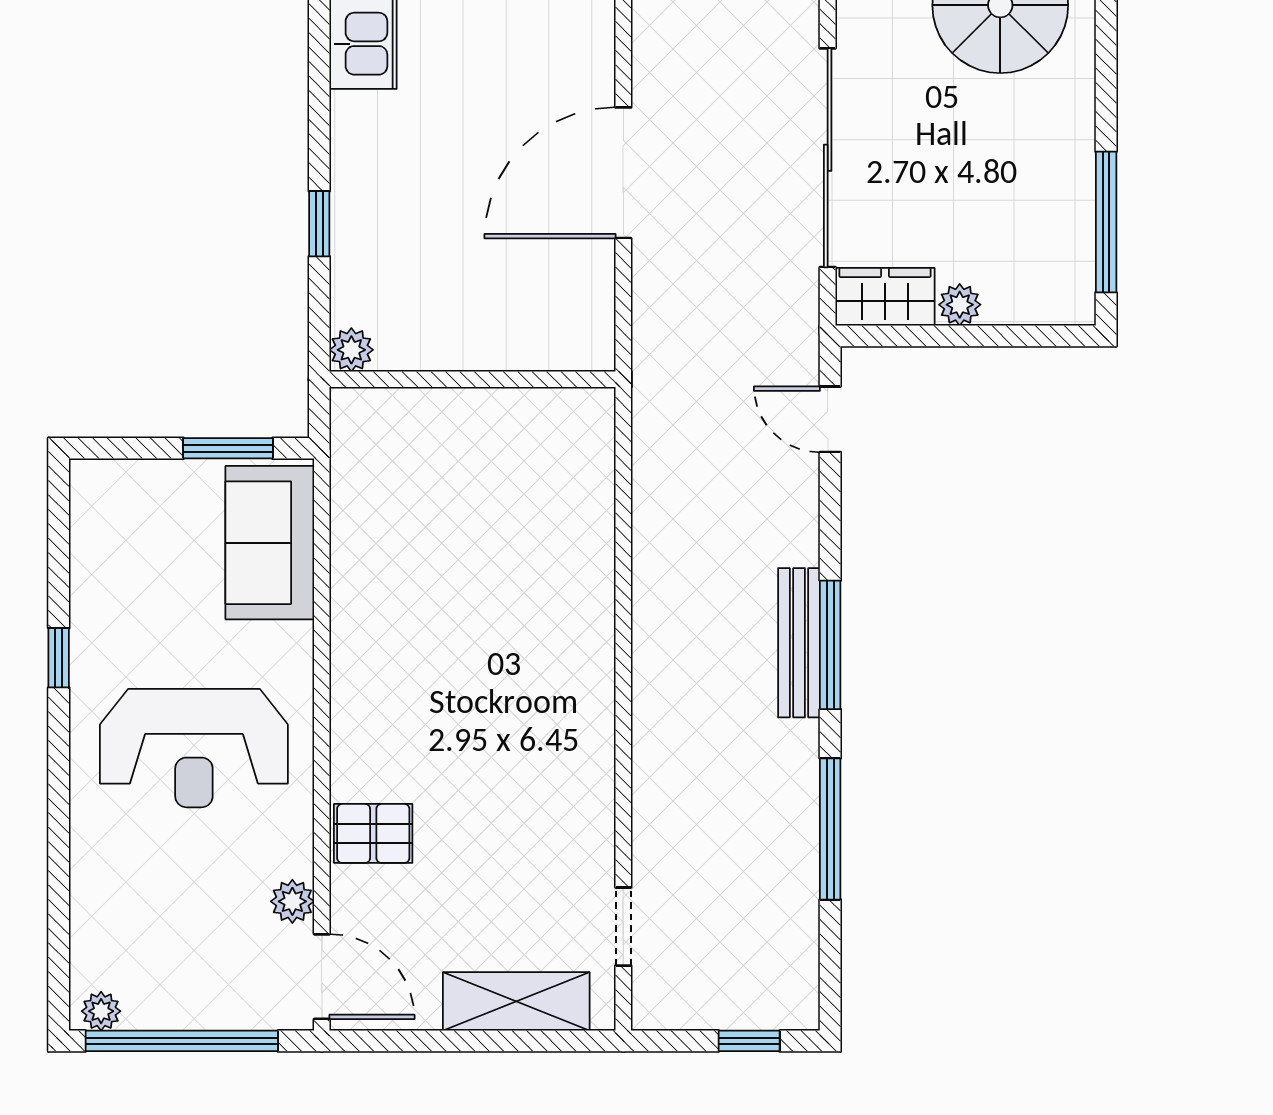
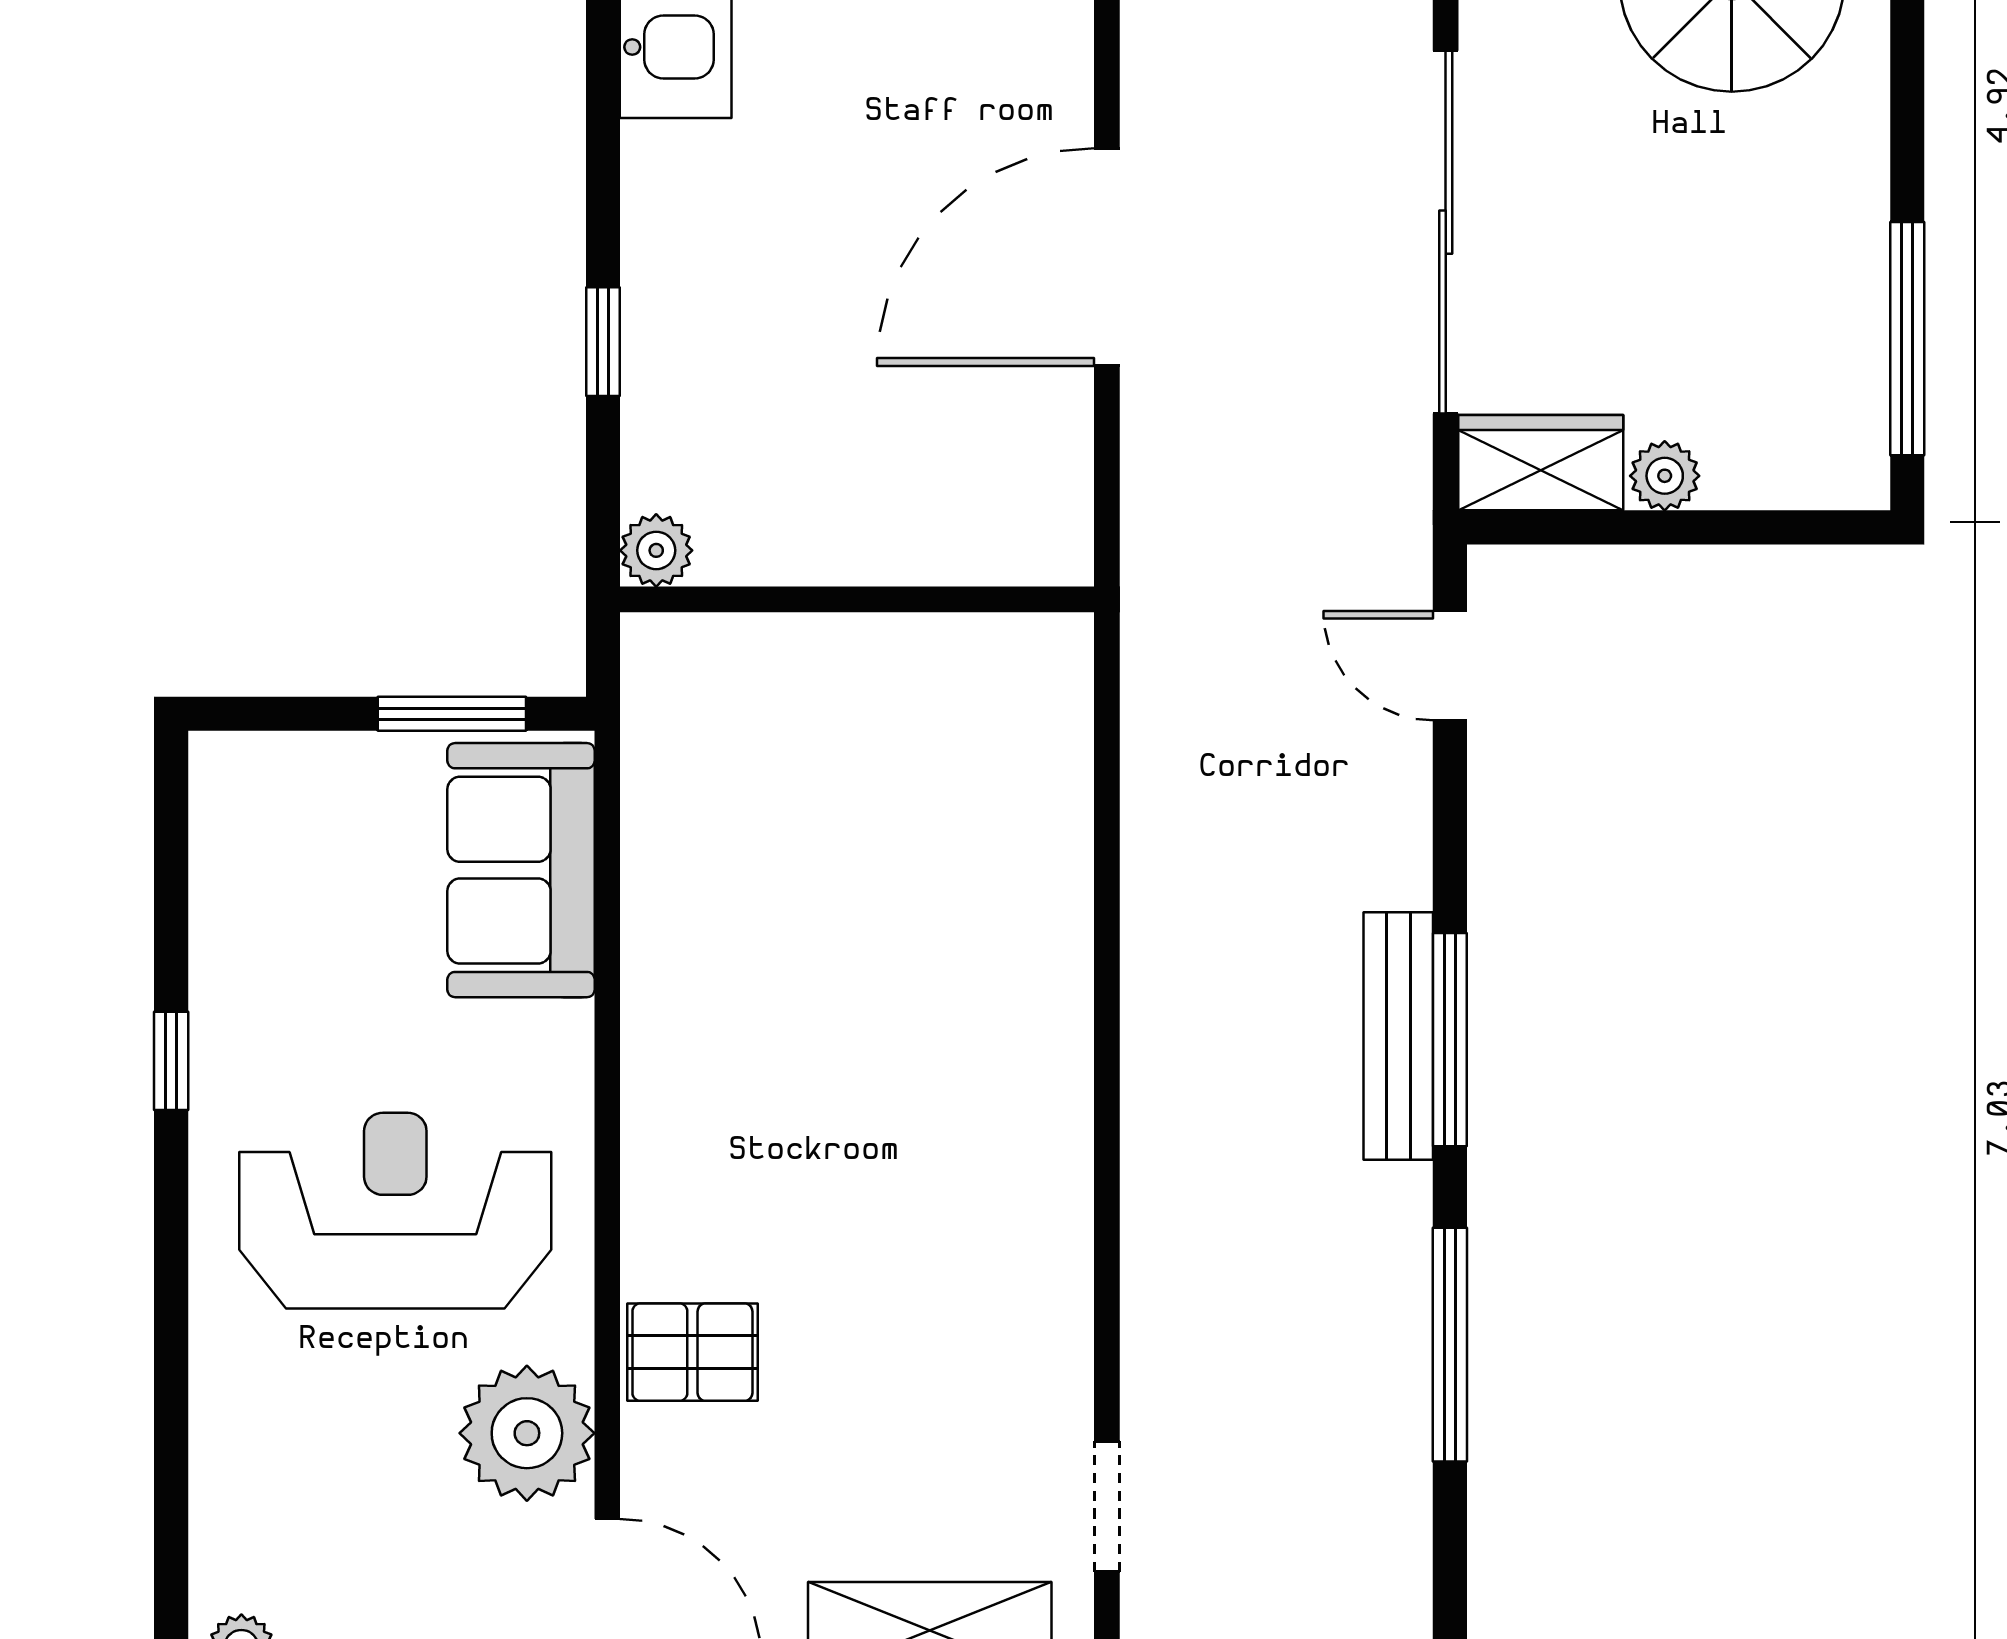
reception desk: (194, 748) -> (395, 1211), turned 180
plant: (292, 901) -> (527, 1433), width x1.87, depth x1.87

